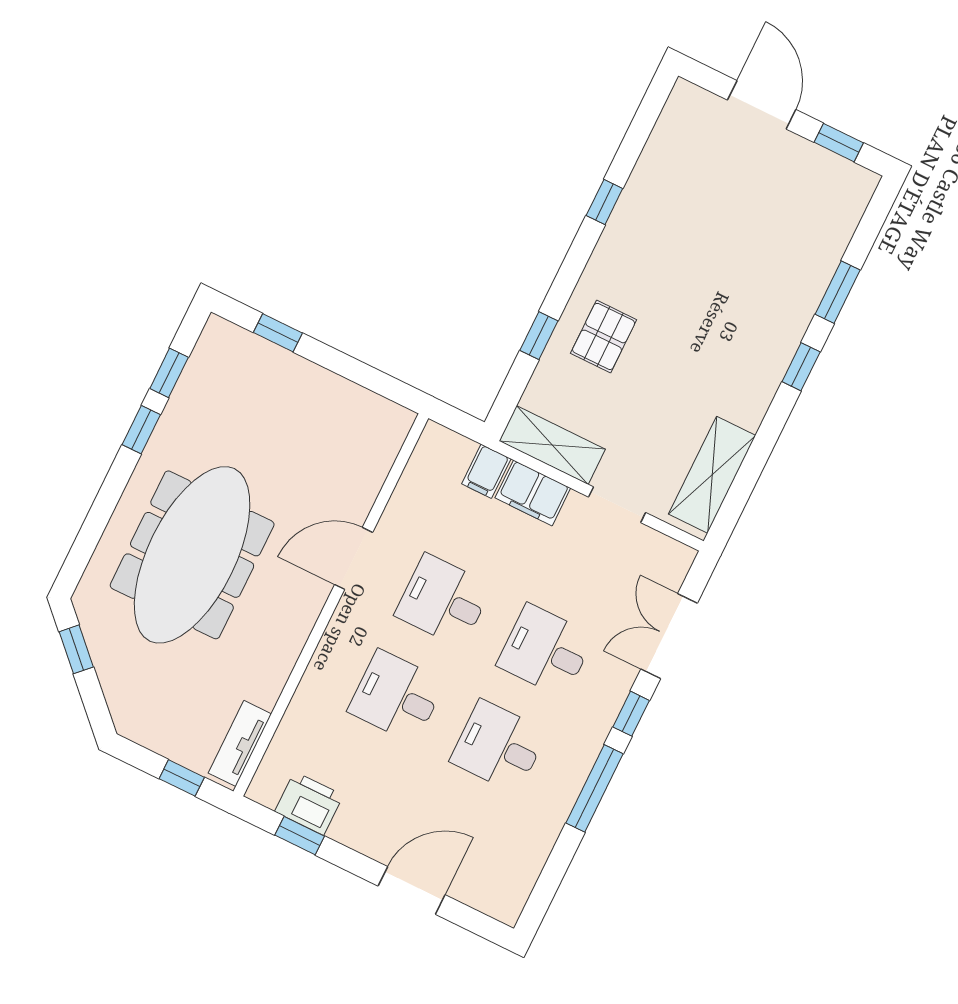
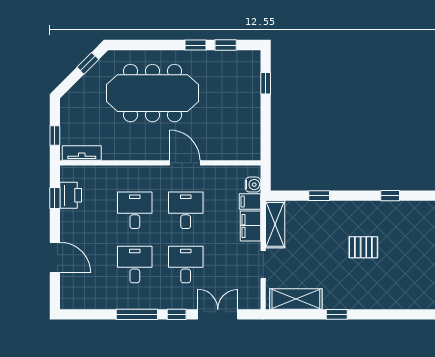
window: (838, 292) -> (400, 314), removed
pallet: (604, 336) -> (363, 247), moved
window: (801, 367) -> (337, 314), moved
water cooler: (457, 450) -> (253, 185), added

